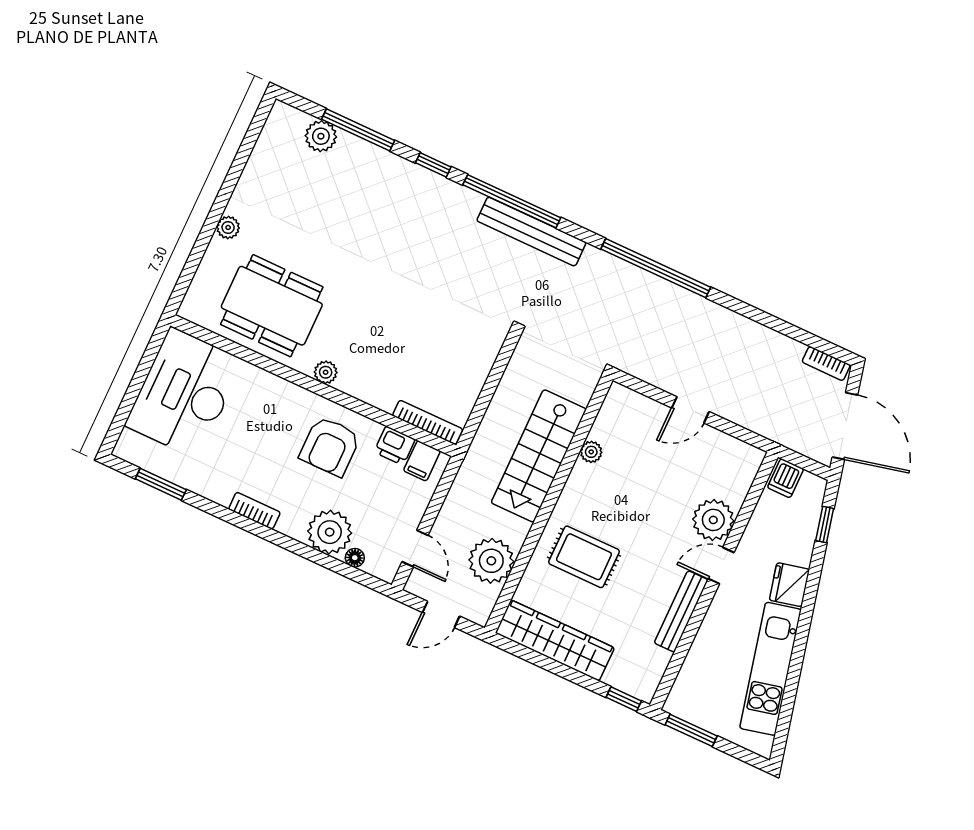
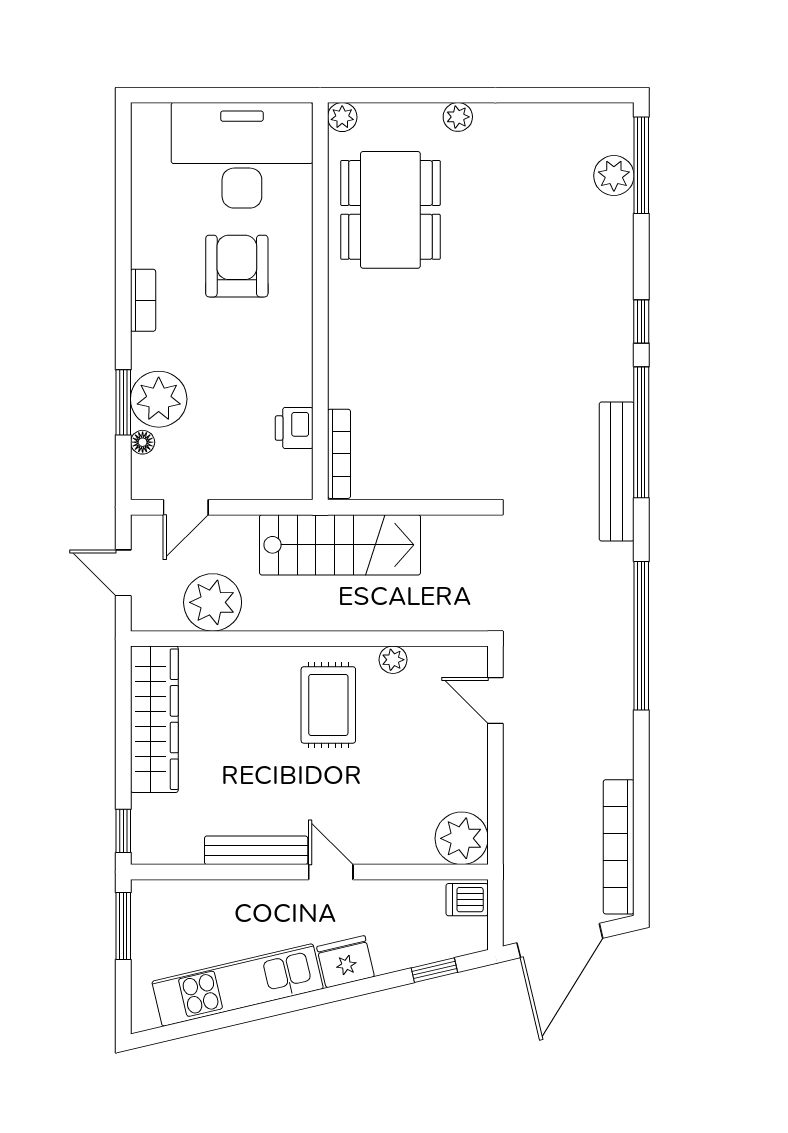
window: (358, 130) -> (641, 165), moved
bookcase: (826, 363) -> (619, 847), width x2.31, depth x1.31
plant: (326, 372) -> (342, 117), moved
door: (690, 410) -> (495, 700), moved
armchair: (330, 446) -> (237, 266), moved, turned 90
stairs: (539, 456) -> (340, 545), moved, turned 180
filing cabinet: (422, 461) -> (291, 468), removed
window: (161, 484) -> (123, 402), moved
plant: (713, 520) -> (462, 838), moved
rug: (584, 557) -> (328, 705), moved

